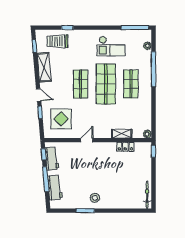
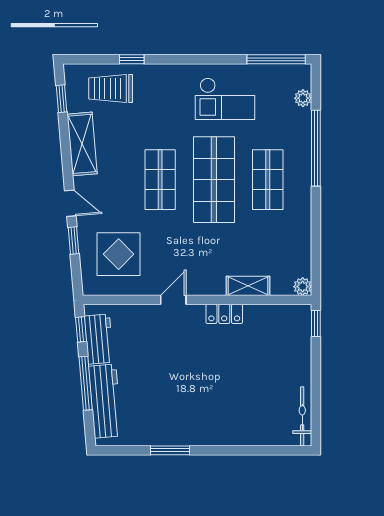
locker: (125, 147) -> (224, 314), moved
workbench: (55, 188) -> (105, 401), width x1.38
stool: (95, 198) -> (191, 423), removed

